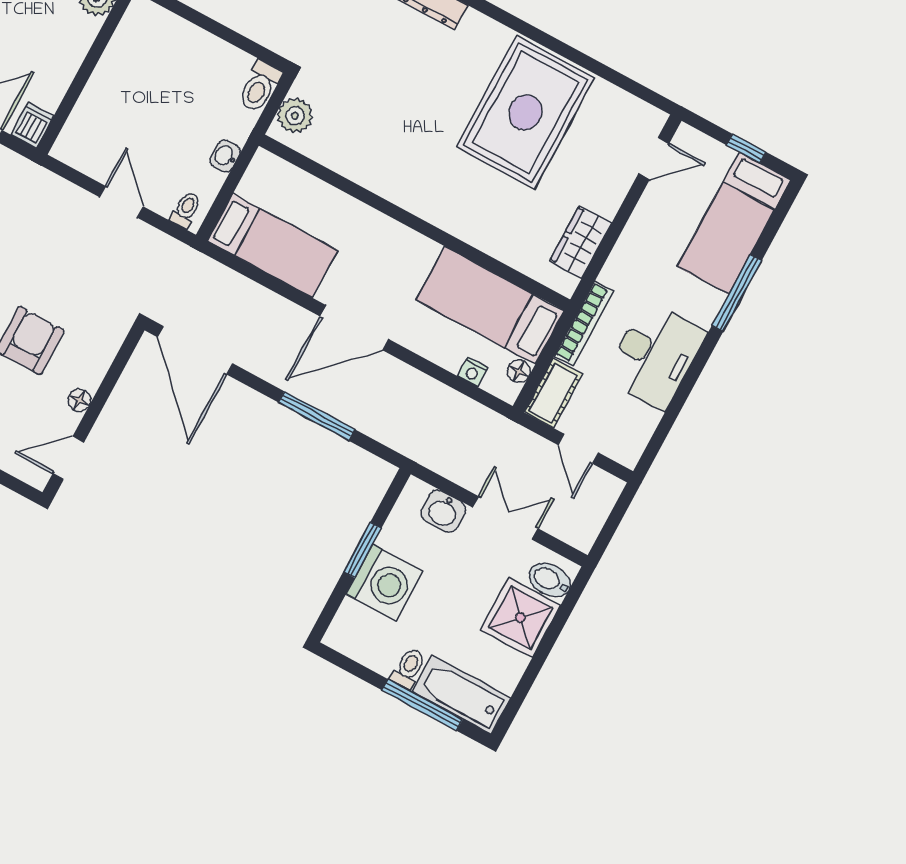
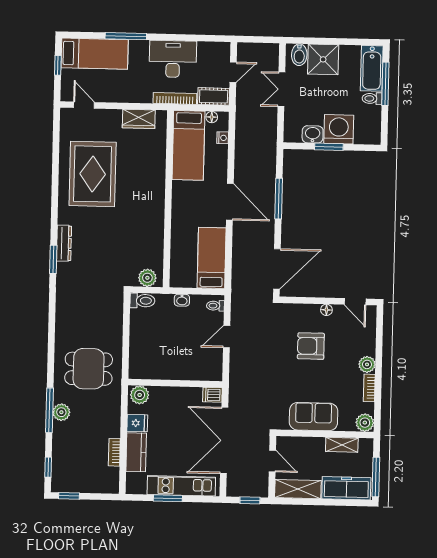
rug: (525, 112) -> (93, 174), turned 90
washbasin: (443, 511) -> (313, 134), moved, turned -90

